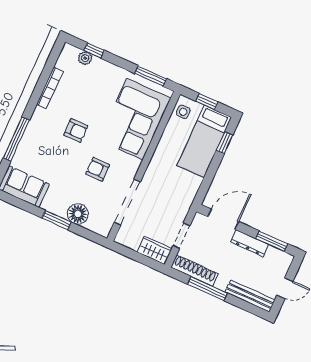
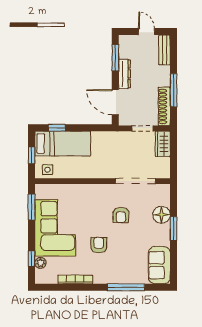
corner sofa: (135, 119) -> (55, 228), moved, turned -90
bench: (250, 296) -> (164, 50), width x0.73

